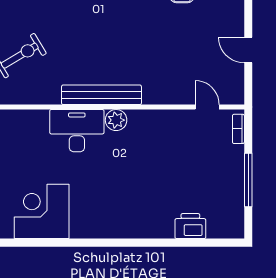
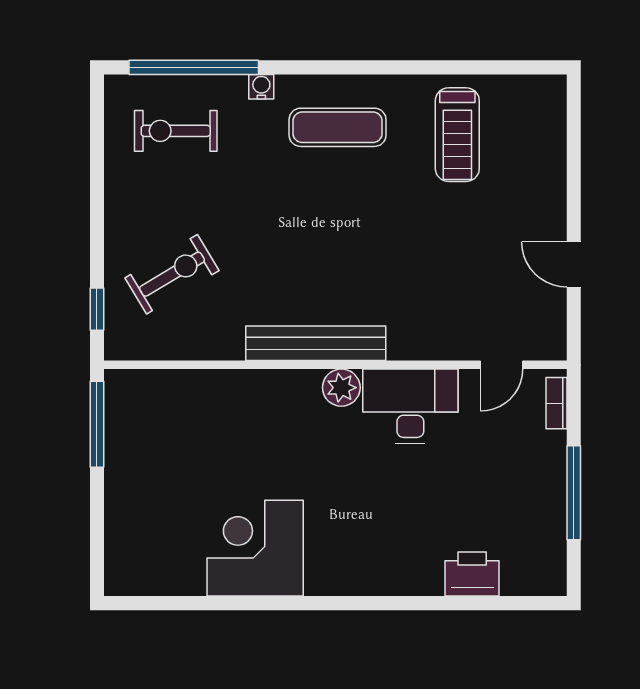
door: (207, 107) -> (502, 365), swing flipped
desk: (77, 131) -> (410, 406), moved
corner desk: (42, 211) -> (255, 548), moved

